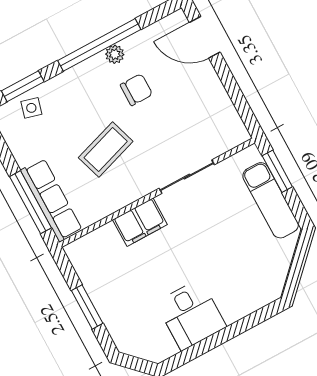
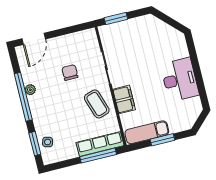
chair: (136, 90) -> (70, 73), moved
coffee table: (106, 149) -> (97, 104), moved
exam couch: (271, 200) -> (147, 132), moved, turned 180
desk: (191, 315) -> (180, 80), width x1.37

